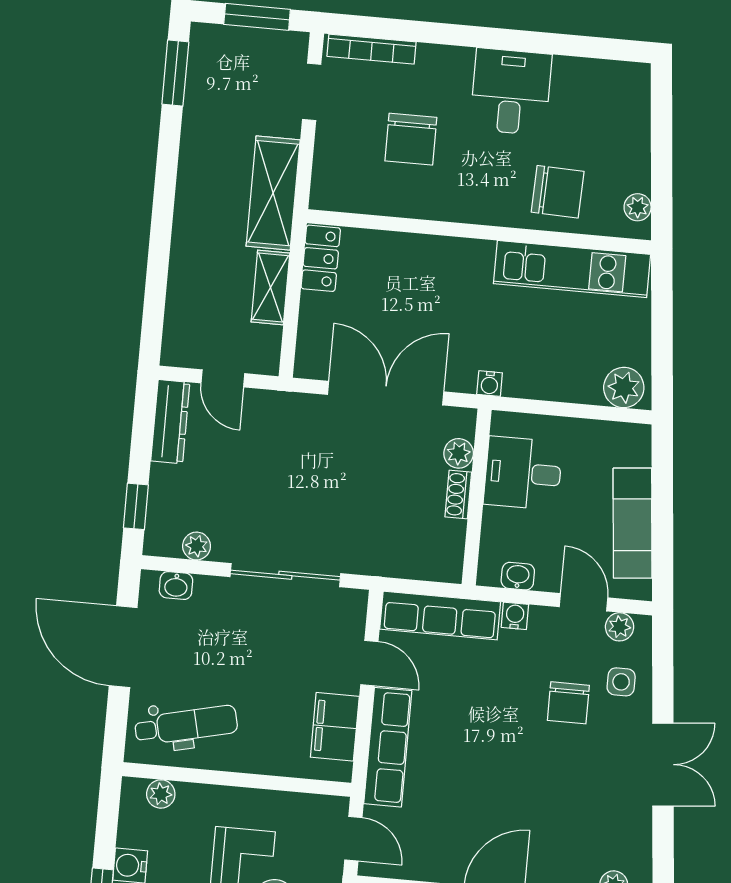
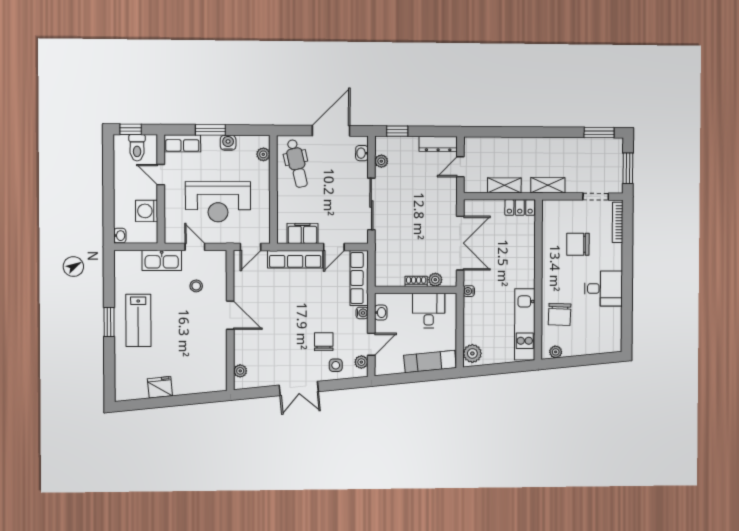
shelving: (273, 193) -> (548, 185), width x0.67, depth x0.75
exam couch: (633, 523) -> (430, 362), moved
chair: (568, 703) -> (324, 342), turned 90

